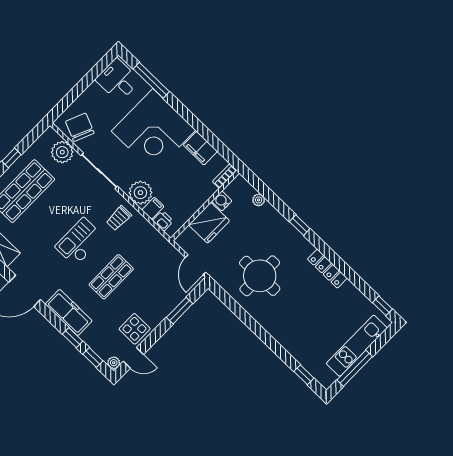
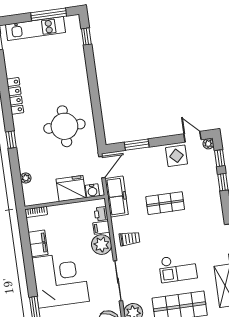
water cooler: (222, 201) -> (92, 191), moved
checkout: (79, 242) -> (178, 268), moved
freezer: (69, 313) -> (117, 197), moved, turned 180

